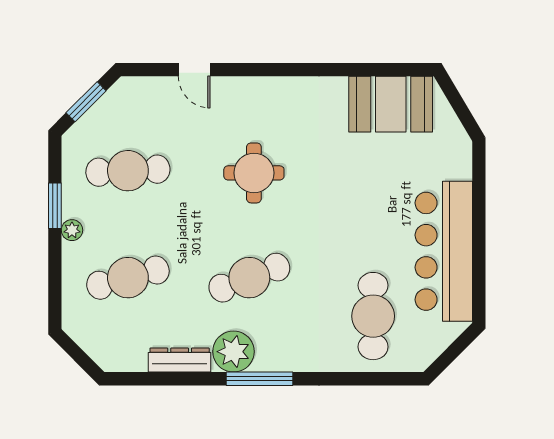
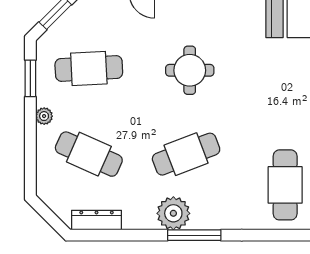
window: (55, 206) -> (30, 78), moved
cafe table: (128, 278) -> (89, 154), turned 39
dresser: (180, 360) -> (97, 220), moved

